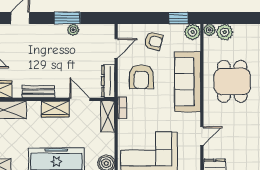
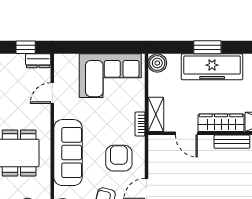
dresser: (108, 81) -> (155, 153), removed
wardrobe: (55, 109) -> (221, 123), width x1.50

